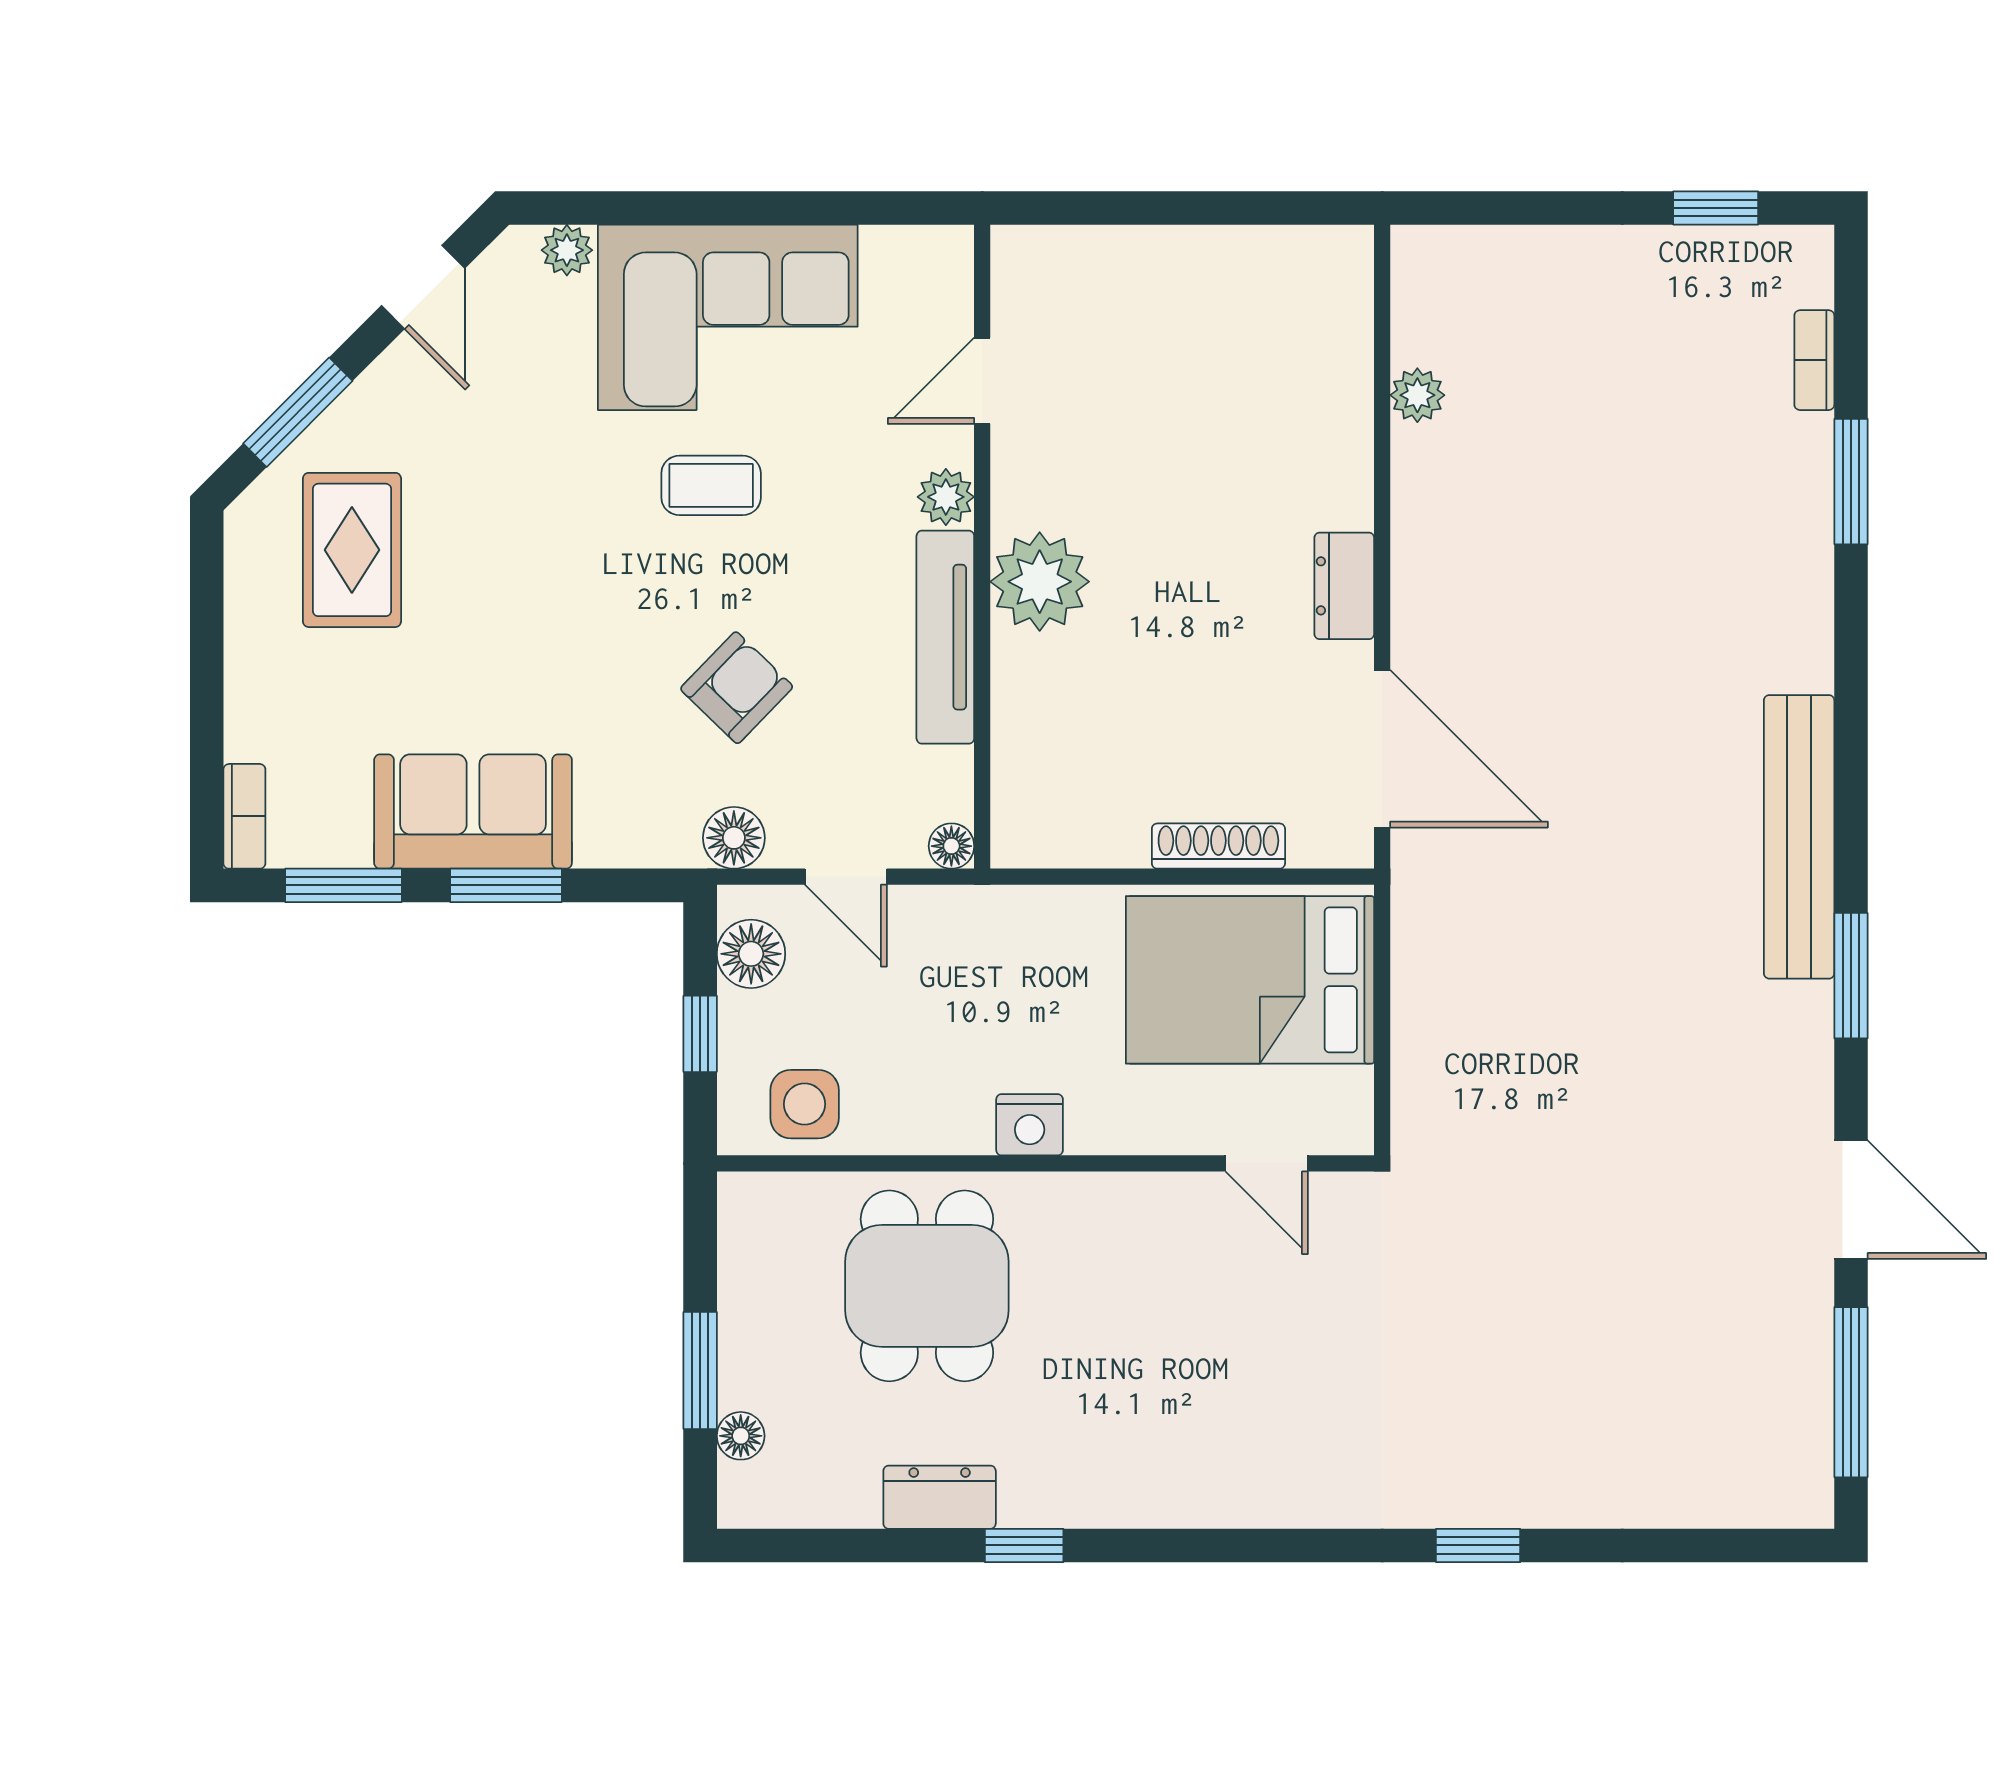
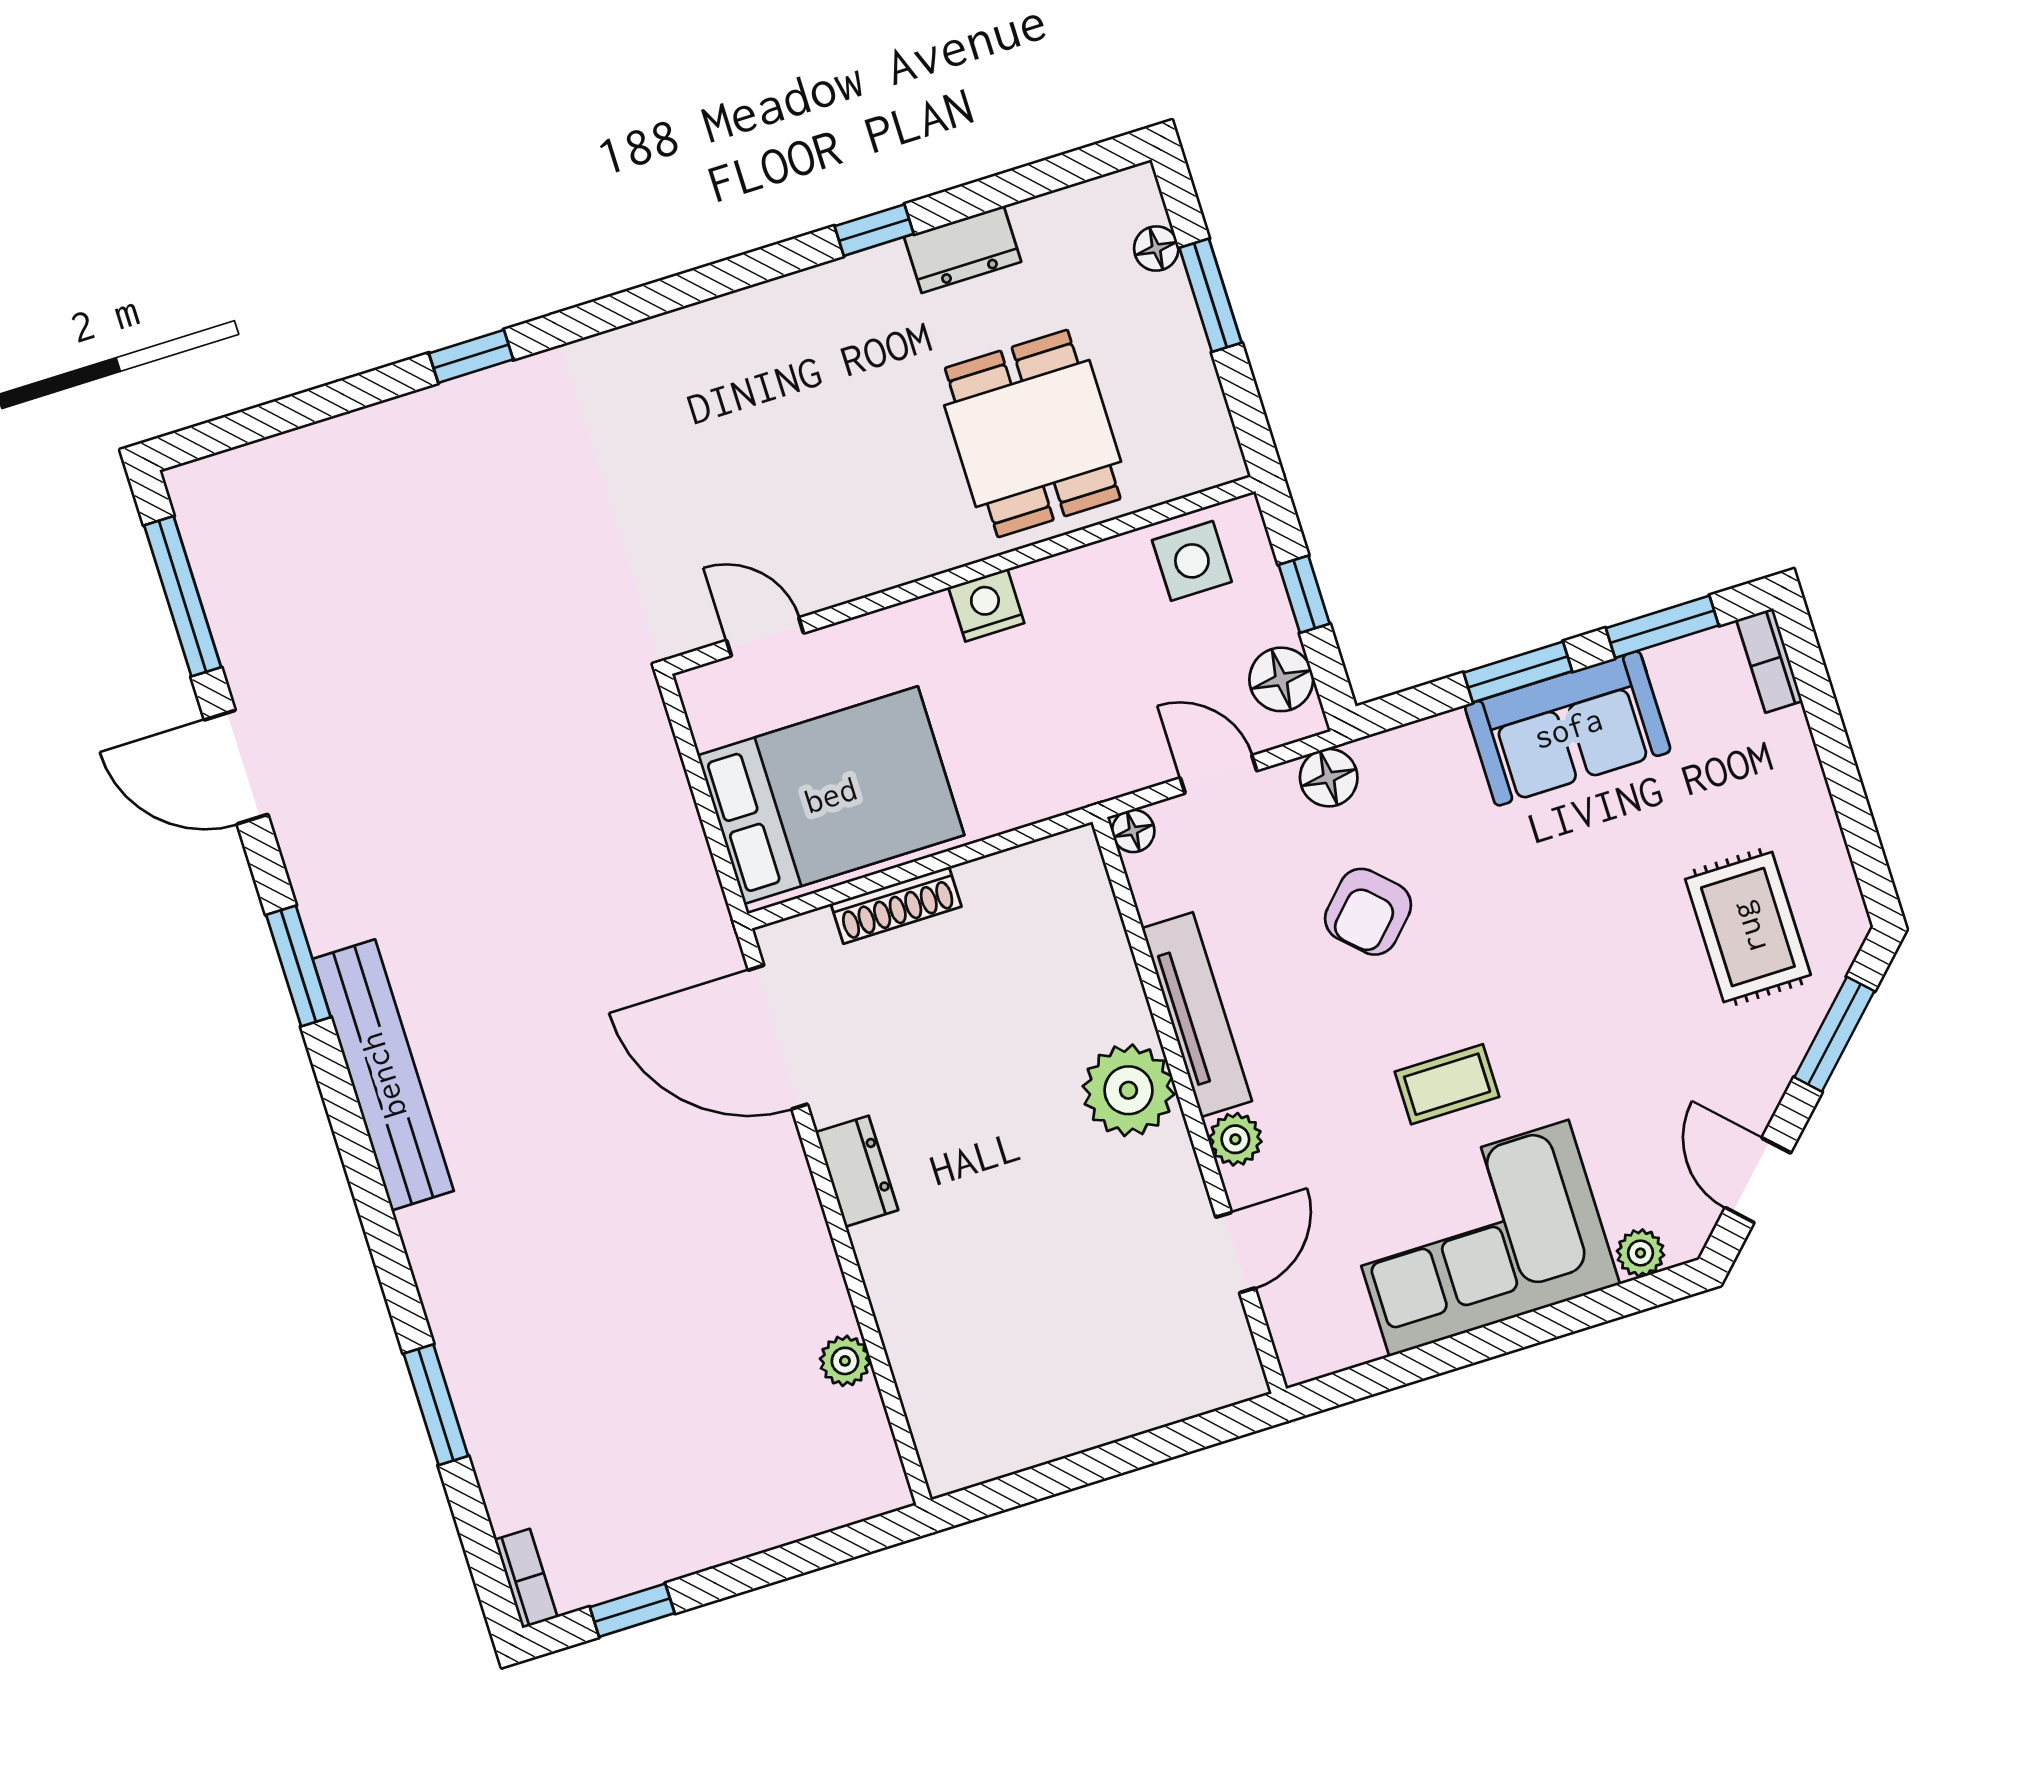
bookcase: (1814, 360) -> (526, 1578), moved

